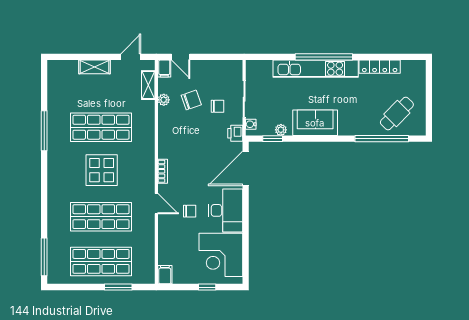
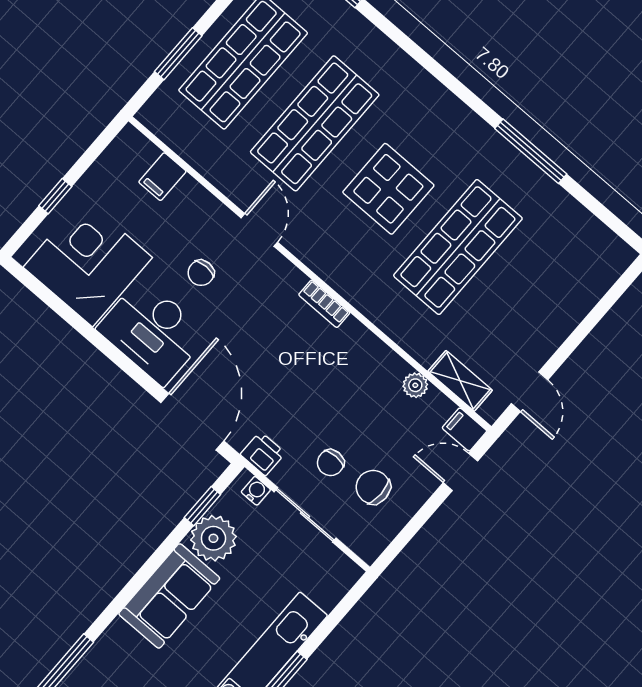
shelving: (94, 67) -> (564, 320), removed
chair: (191, 100) -> (373, 487), moved, turned 109
plant: (281, 130) -> (213, 538), width x1.87, depth x1.87
bookcase: (163, 171) -> (324, 304), moved
door: (156, 204) -> (259, 230), swing flipped
filing cabinet: (165, 275) -> (162, 177), moved, turned 90

